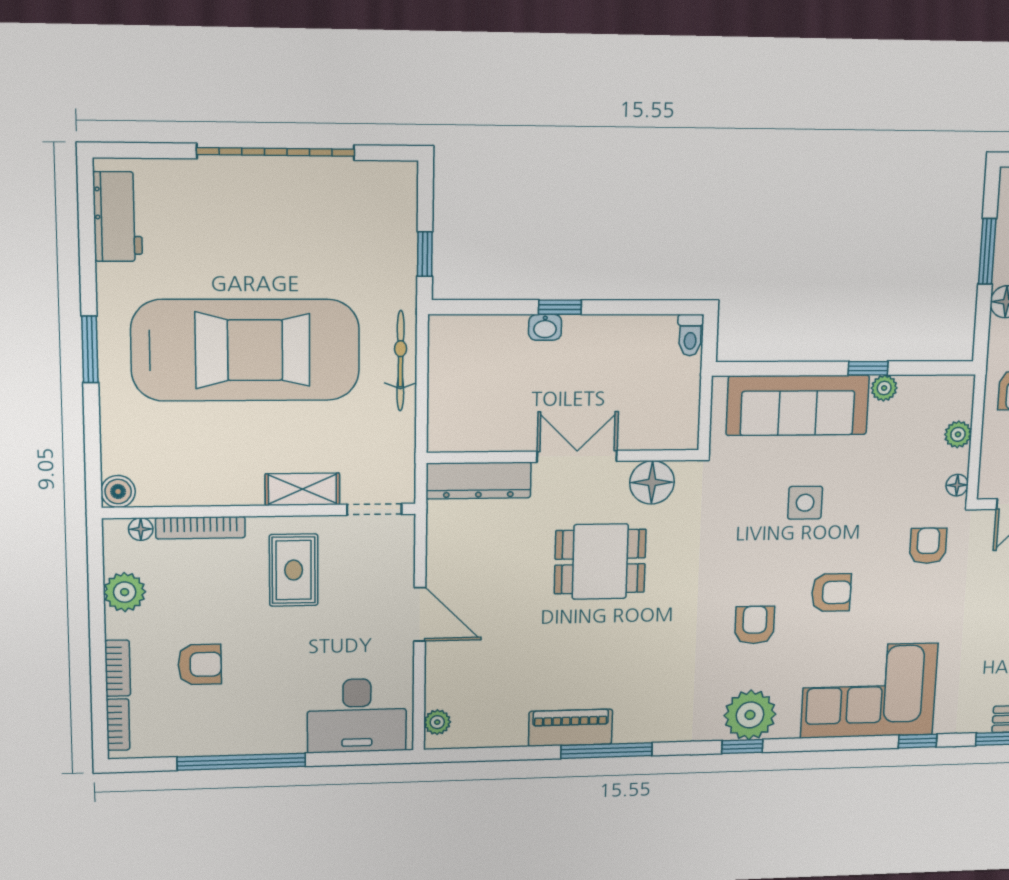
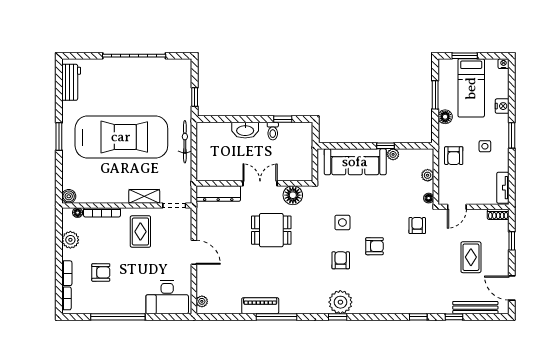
window: (560, 307) -> (283, 119), moved
washbasin: (545, 327) -> (245, 130), width x1.91, depth x1.45
toilet: (690, 335) -> (273, 131), moved
side table: (805, 503) -> (342, 222), moved
corner sofa: (869, 691) -> (394, 292), removed

